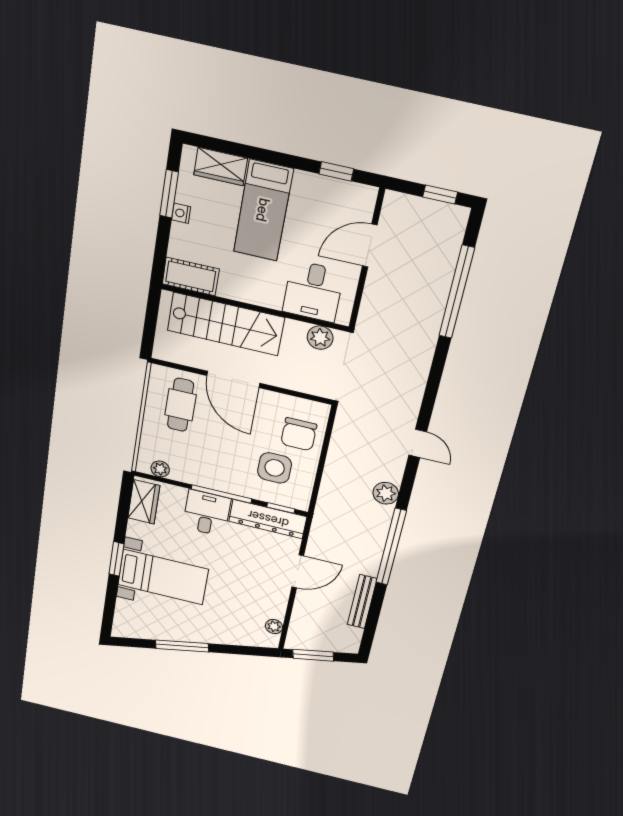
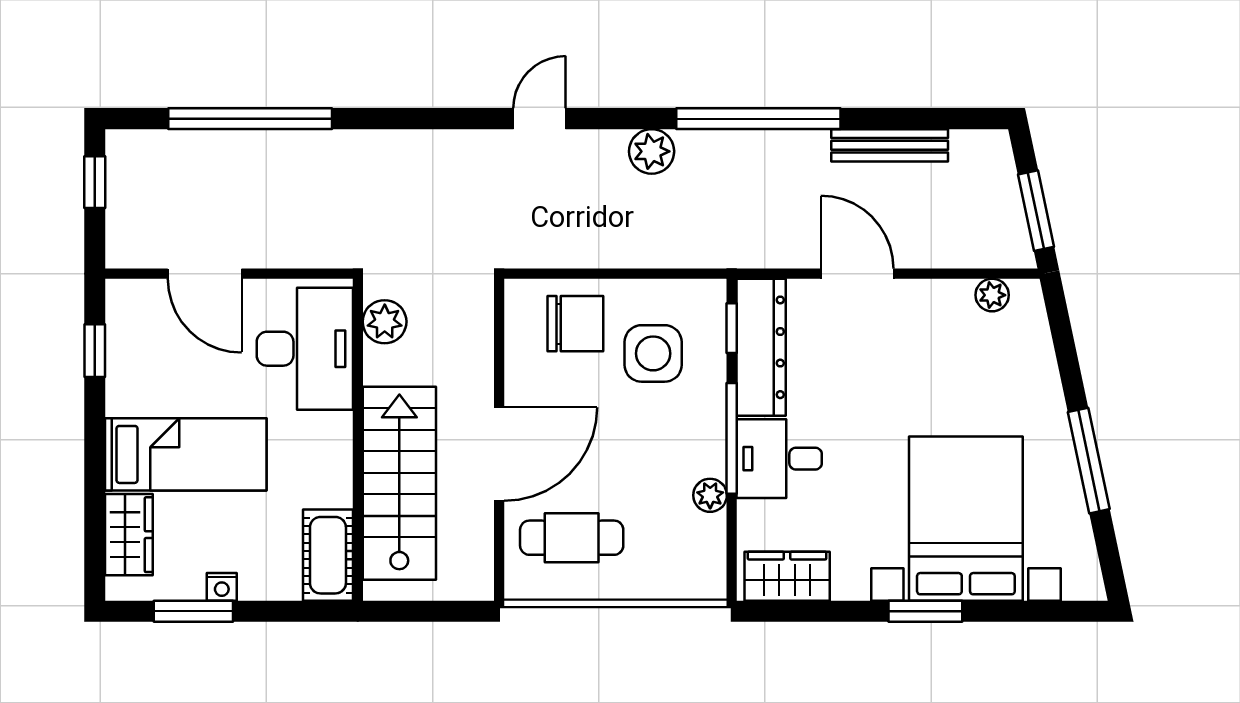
desk: (313, 291) -> (305, 349), width x1.37
plant: (160, 469) -> (710, 495), moved
bed with nightstands: (163, 577) -> (966, 519), width x1.36

